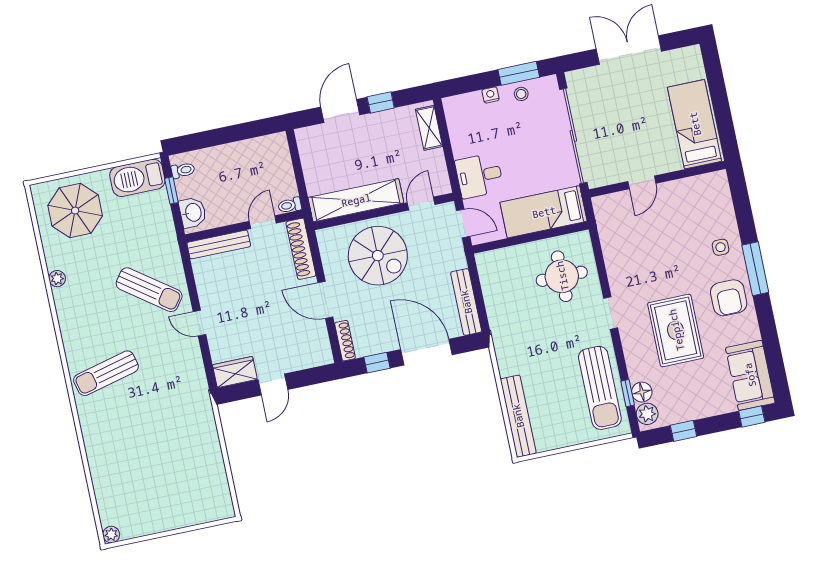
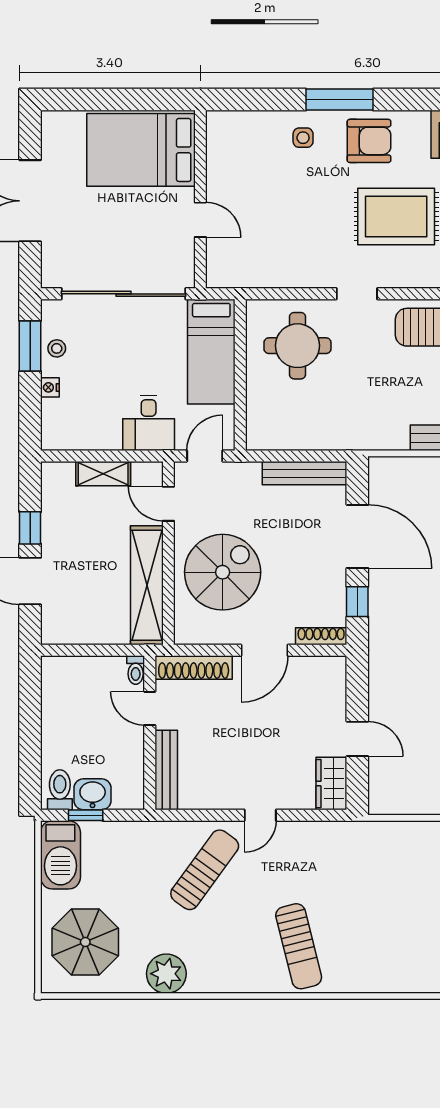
bed: (695, 124) -> (141, 150), width x1.50
shelving: (429, 128) -> (103, 474), moved
toilet: (183, 170) -> (60, 790), width x1.37, depth x1.39
washbasin: (193, 212) -> (93, 794), moved
plant: (57, 279) -> (166, 974), width x1.87, depth x1.87
door: (427, 352) -> (357, 536), swing flipped

